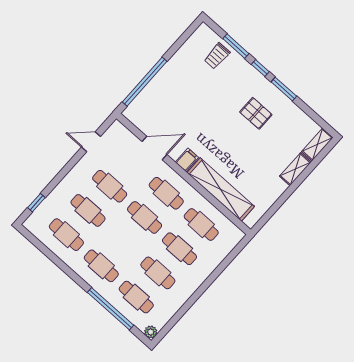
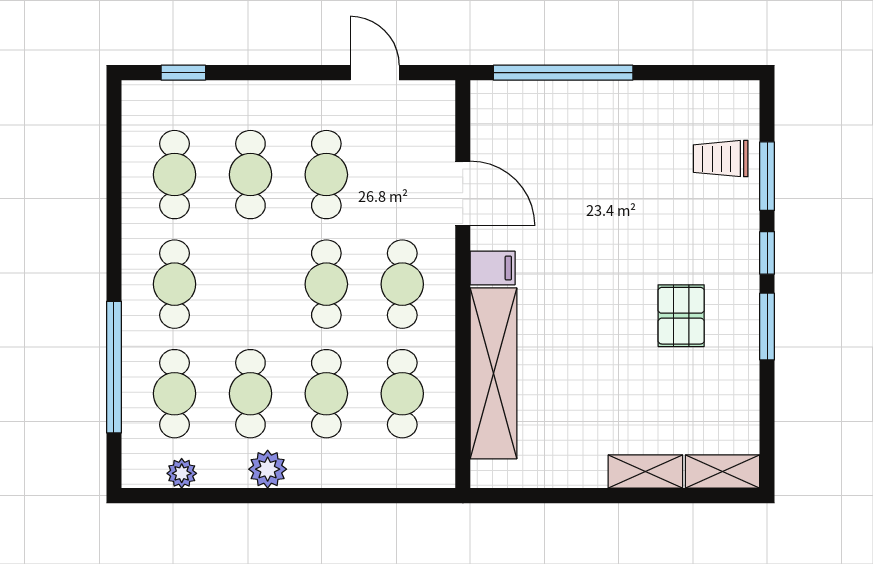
plant: (187, 289) -> (268, 469), added
plant: (151, 332) -> (182, 473), moved

